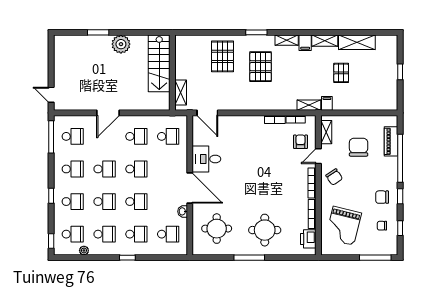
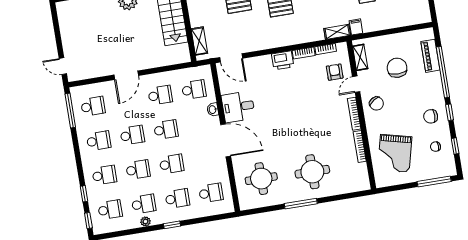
window: (51, 196) -> (84, 194), moved
washbasin: (183, 211) -> (213, 110), moved
printer: (308, 239) -> (283, 60), moved, turned -90
plant: (84, 250) -> (145, 222), moved

